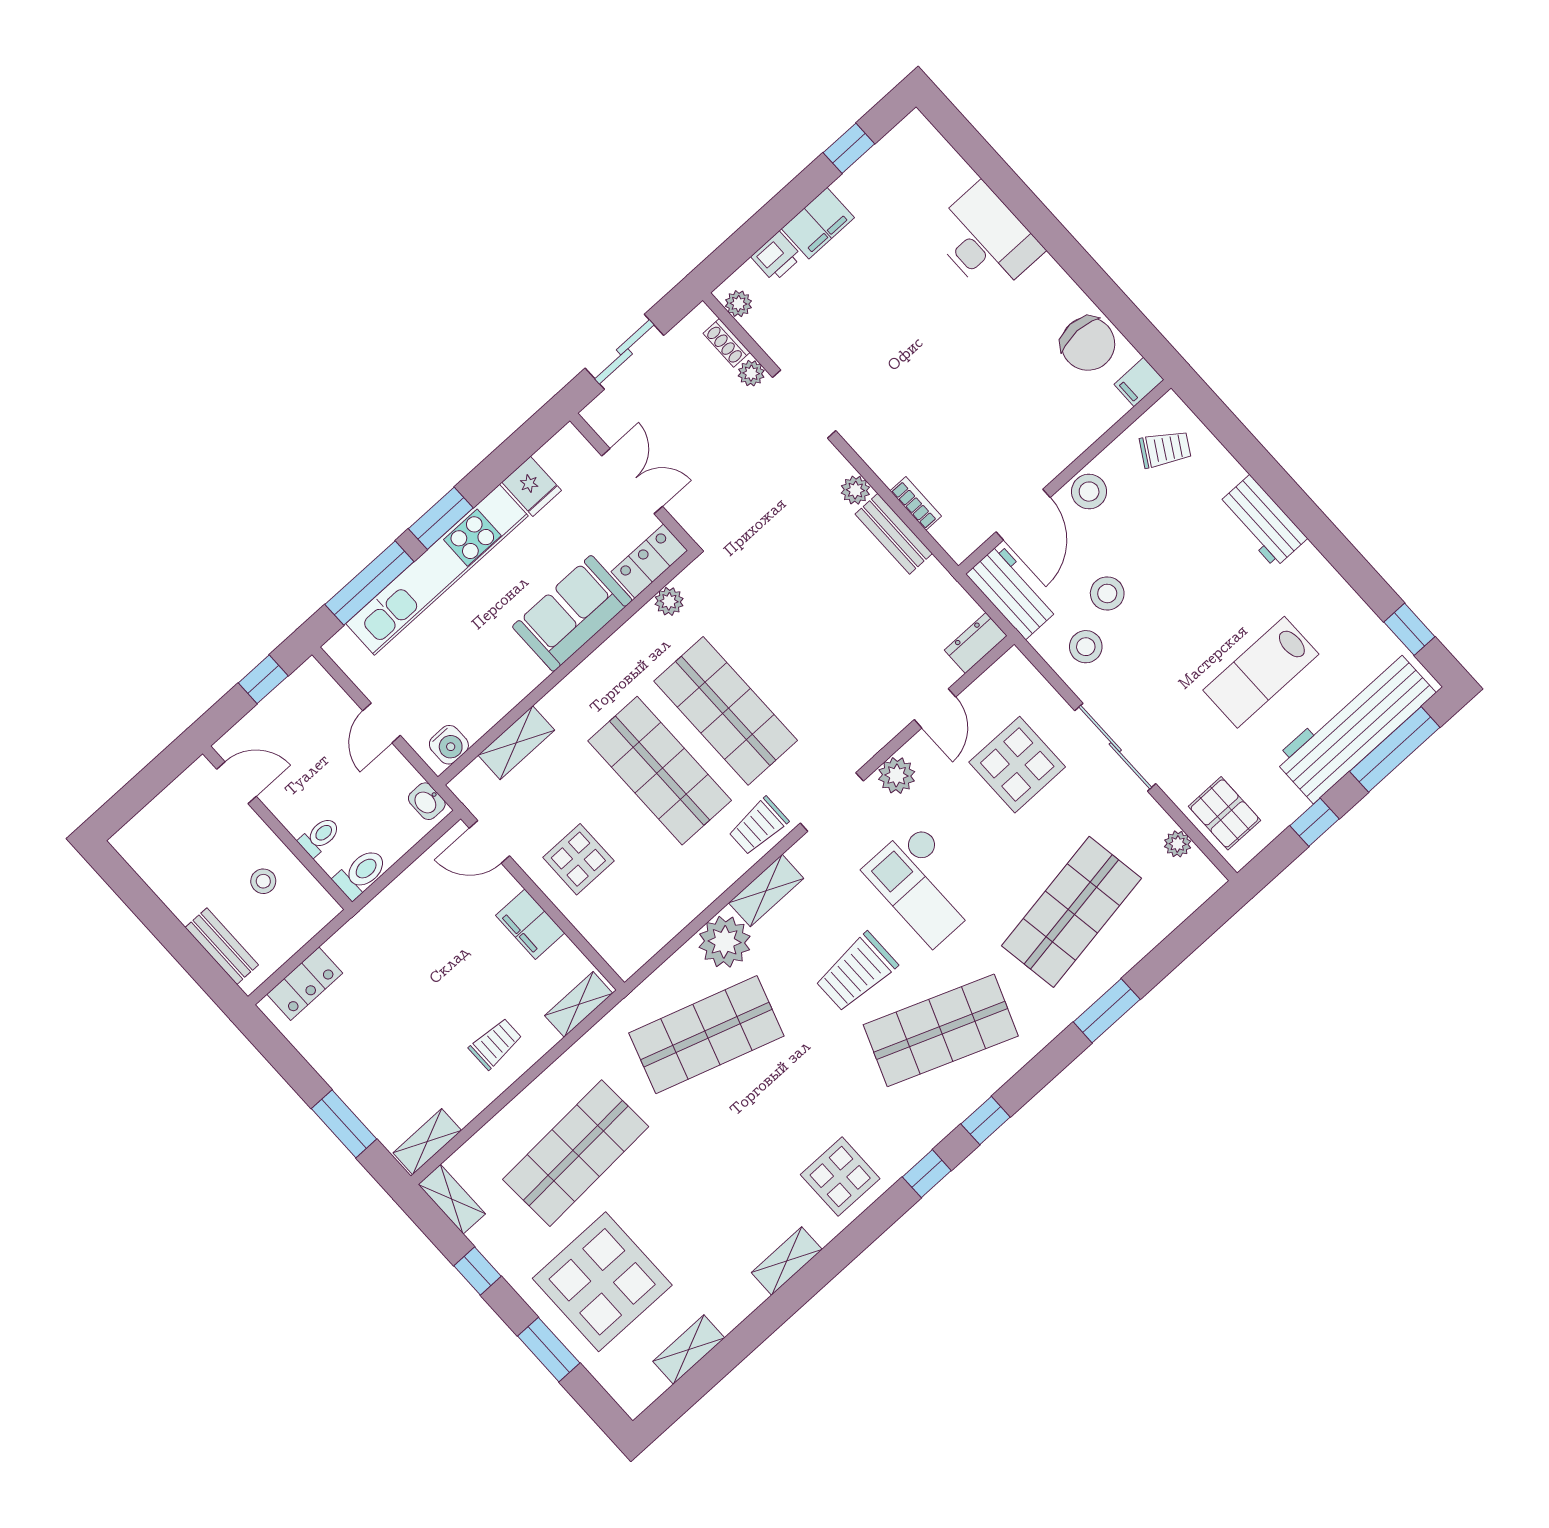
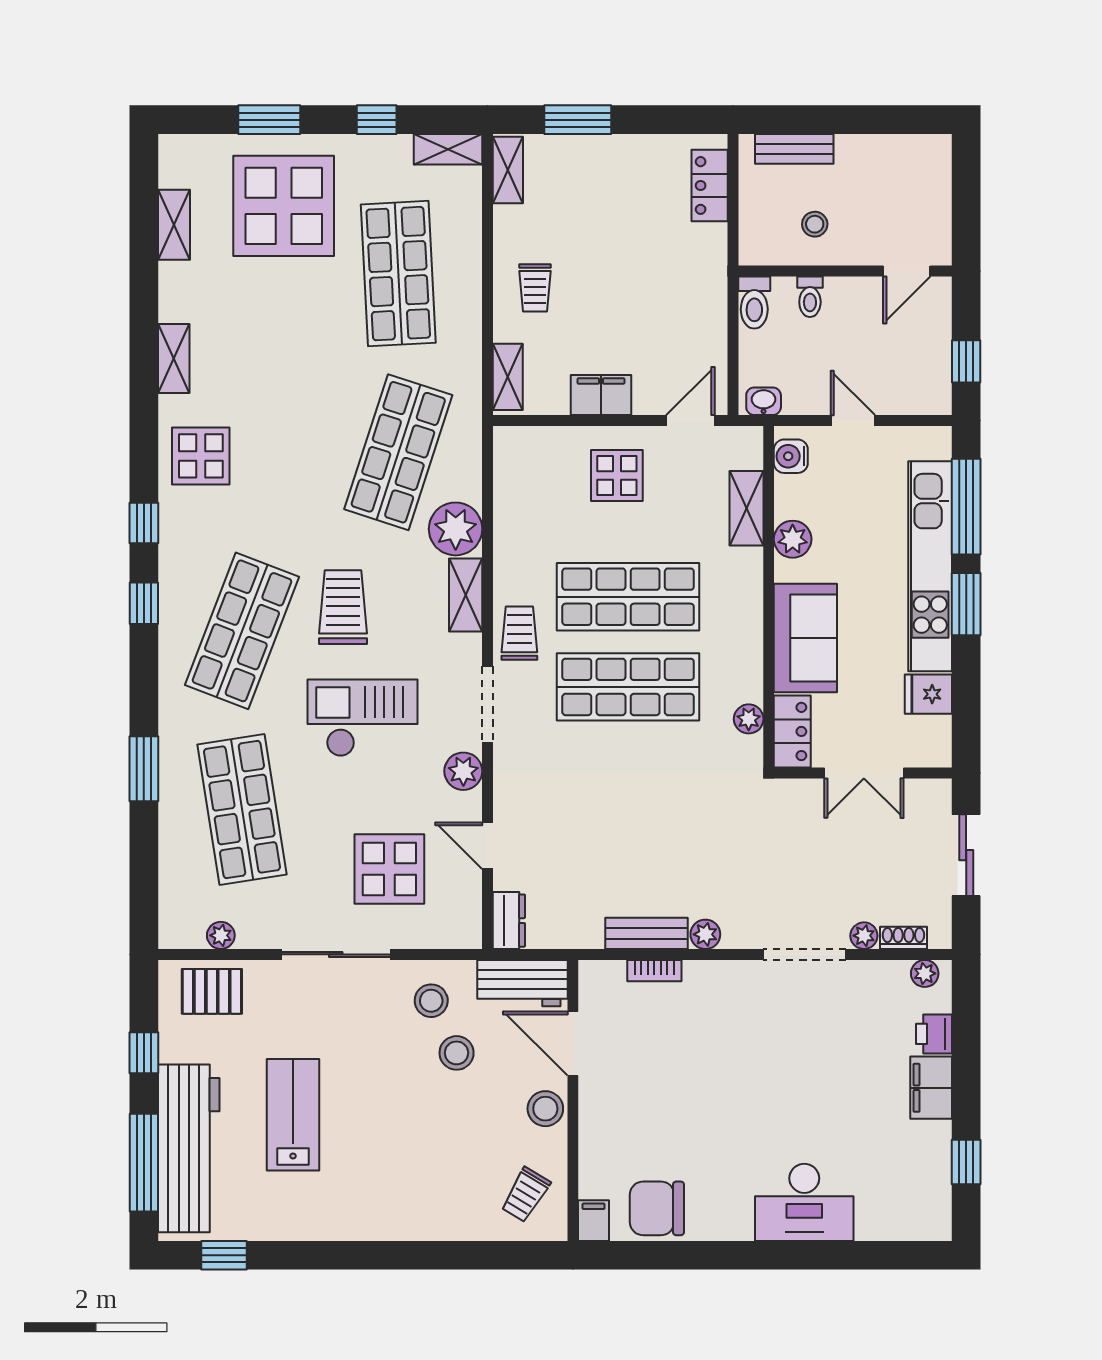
workbench: (1262, 521) -> (405, 1218), removed
plant: (508, 688) -> (793, 539), added

